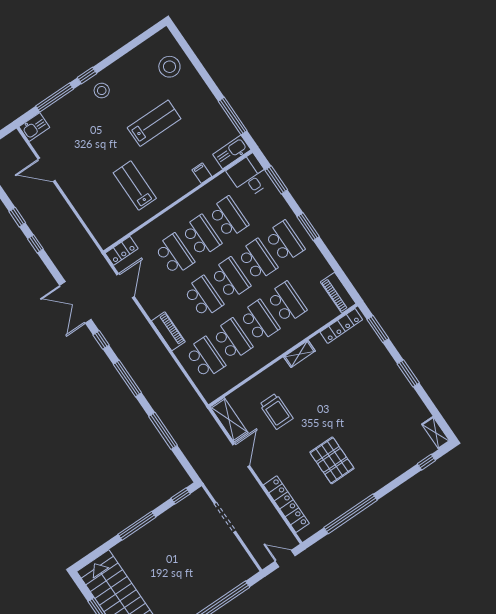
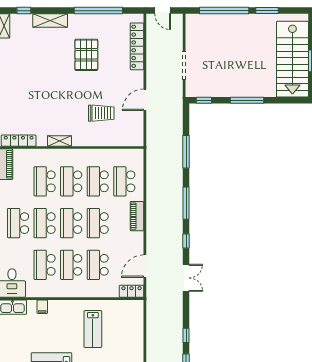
double door: (75, 302) -> (186, 278), width x0.73
trolley: (276, 411) -> (101, 113), turned 90
shelving: (229, 420) -> (50, 20), moved, turned 90

